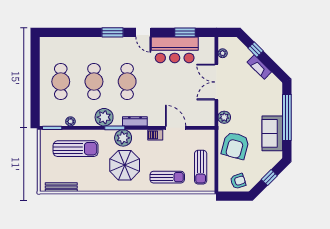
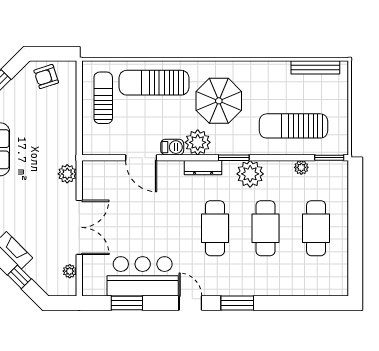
plant: (123, 138) -> (198, 142), moved
armchair: (235, 146) -> (50, 131), removed
sun lounger: (167, 177) -> (154, 83), width x1.36, depth x1.34

